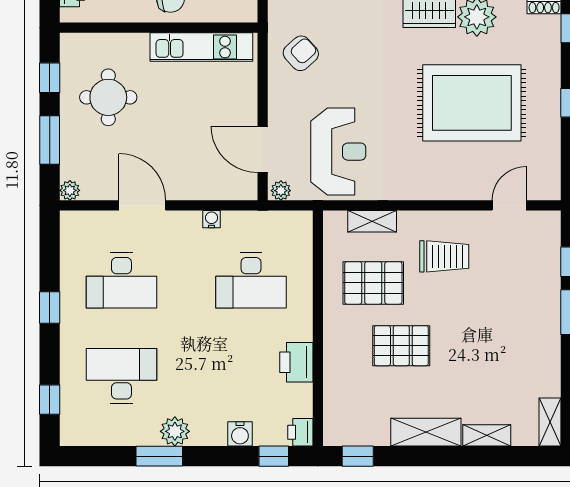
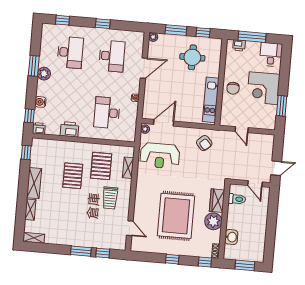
desk: (121, 281) -> (112, 56), turned 180

